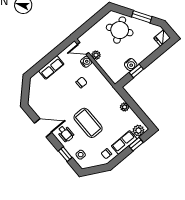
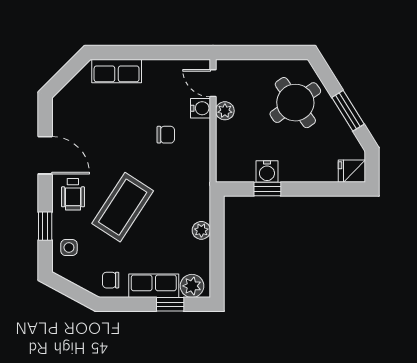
row of seats: (51, 67) -> (117, 71), moved
coffee table: (88, 123) -> (123, 207), turned 33

